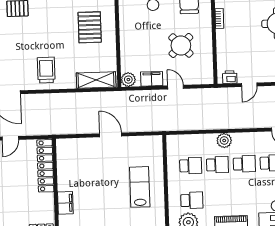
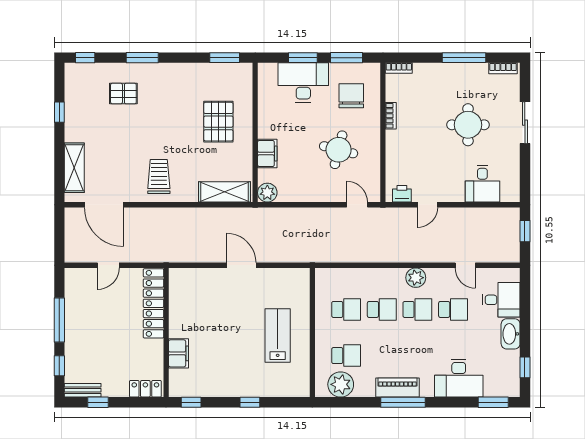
round table: (181, 45) -> (339, 150), turned -32
filing cabinet: (152, 79) -> (267, 153), moved, turned 90
door: (176, 87) -> (357, 205), moved
plant: (224, 140) -> (416, 278), moved

